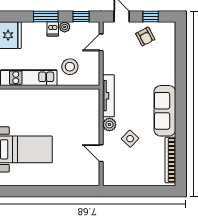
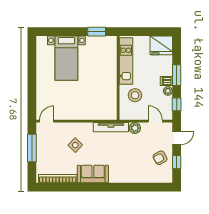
sofa: (165, 111) -> (93, 174), width x0.73
plant: (109, 125) -> (135, 128), moved
door: (101, 153) -> (47, 121), moved
window: (134, 191) -> (32, 148), added

